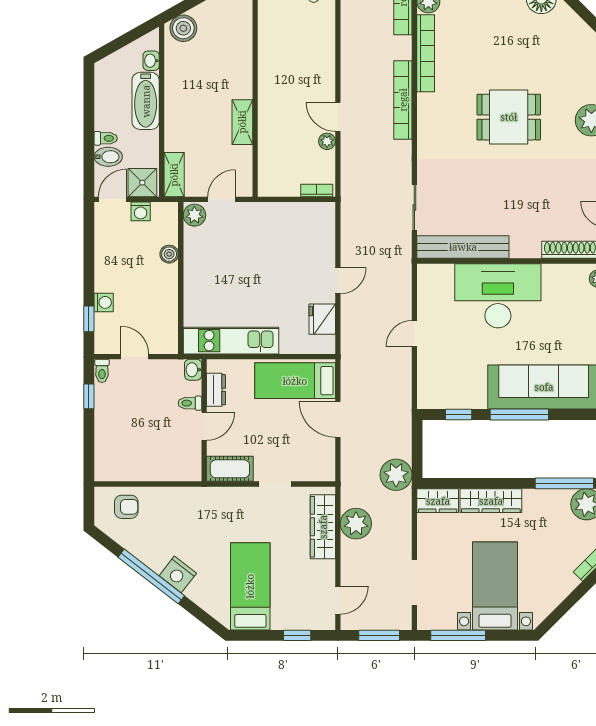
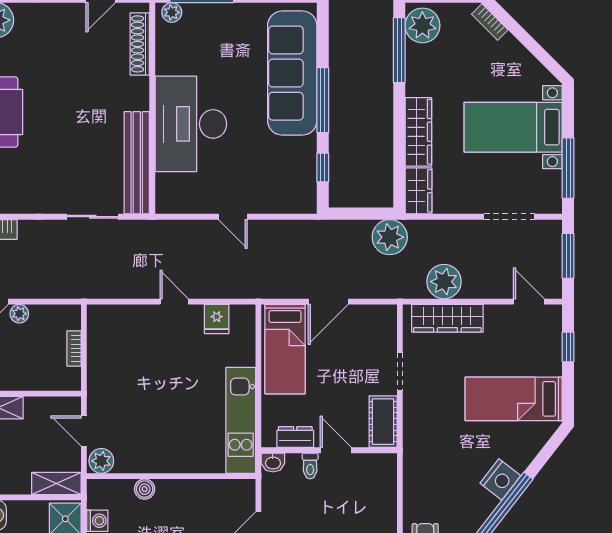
bookcase: (317, 191) -> (74, 348), moved
fridge: (322, 319) -> (217, 319), width x0.72

